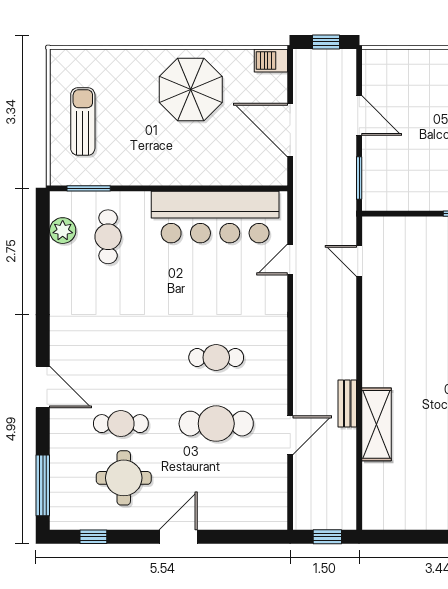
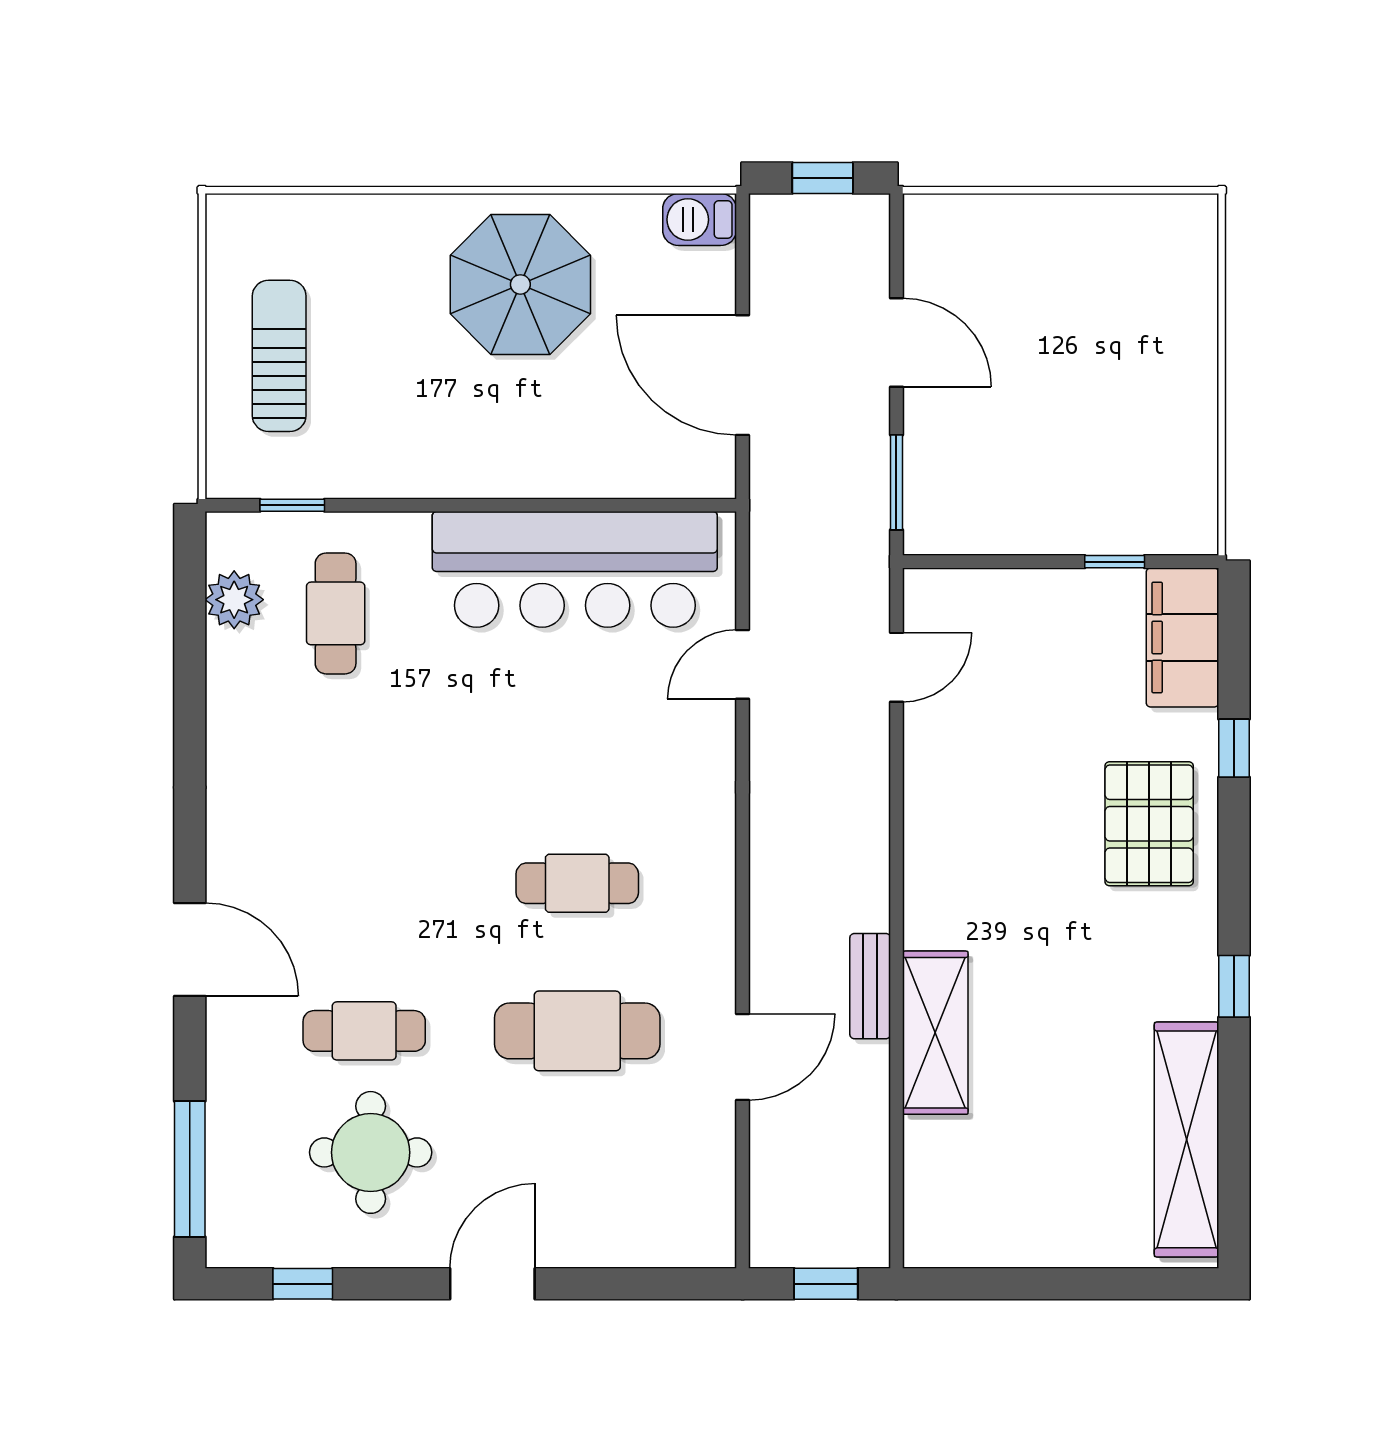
window: (89, 188) -> (292, 505), width x0.67
door: (359, 261) -> (896, 667), swing flipped

